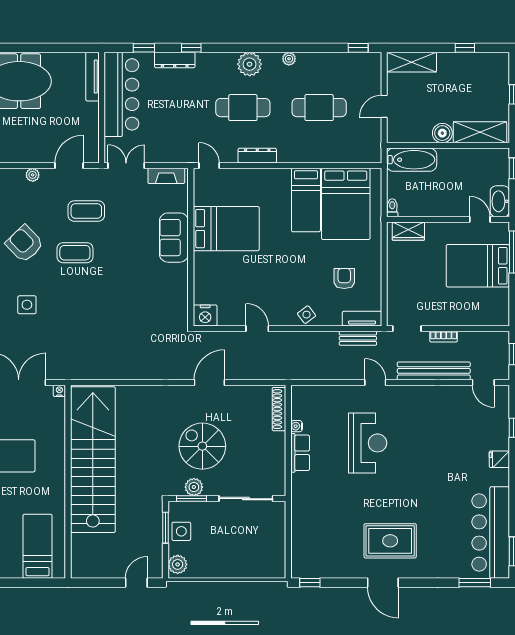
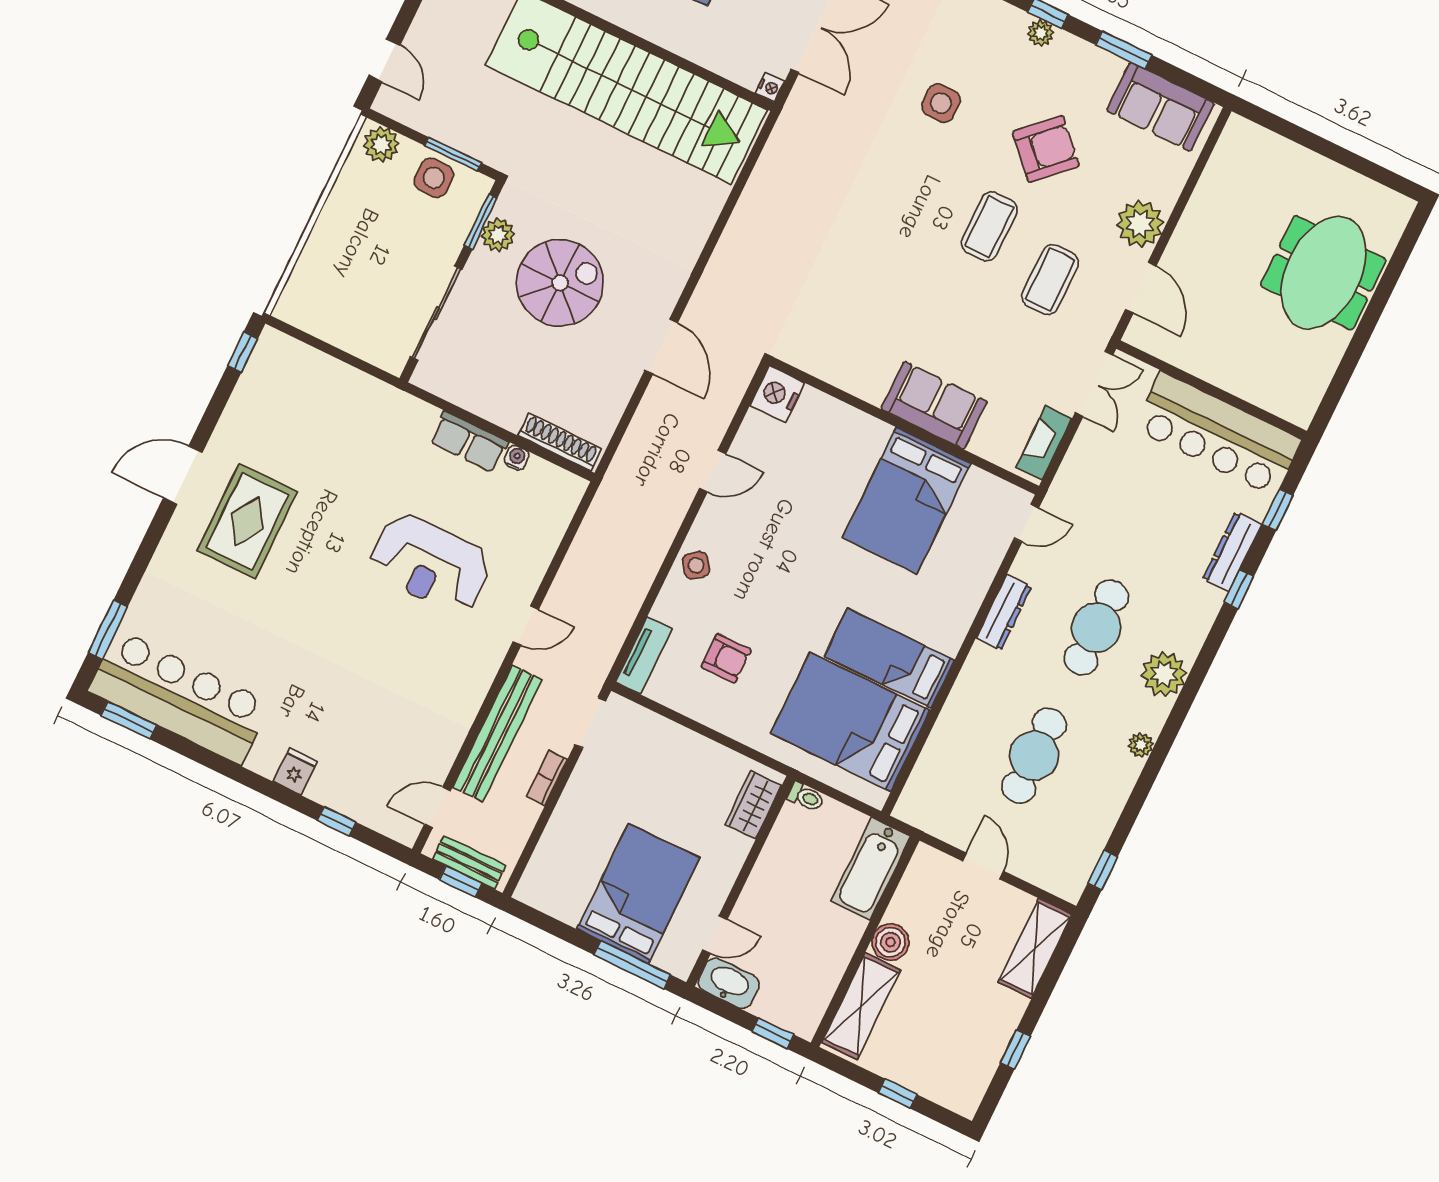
tv unit: (92, 77) -> (1271, 400), removed
plant: (33, 175) -> (1140, 224), width x1.88, depth x1.88
bench: (358, 338) -> (469, 862), moved, turned 90

